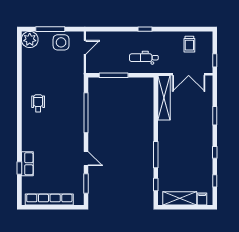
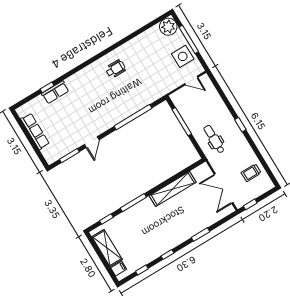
shelving: (164, 98) -> (173, 189), moved
row of seats: (49, 199) -> (35, 131), width x0.73

